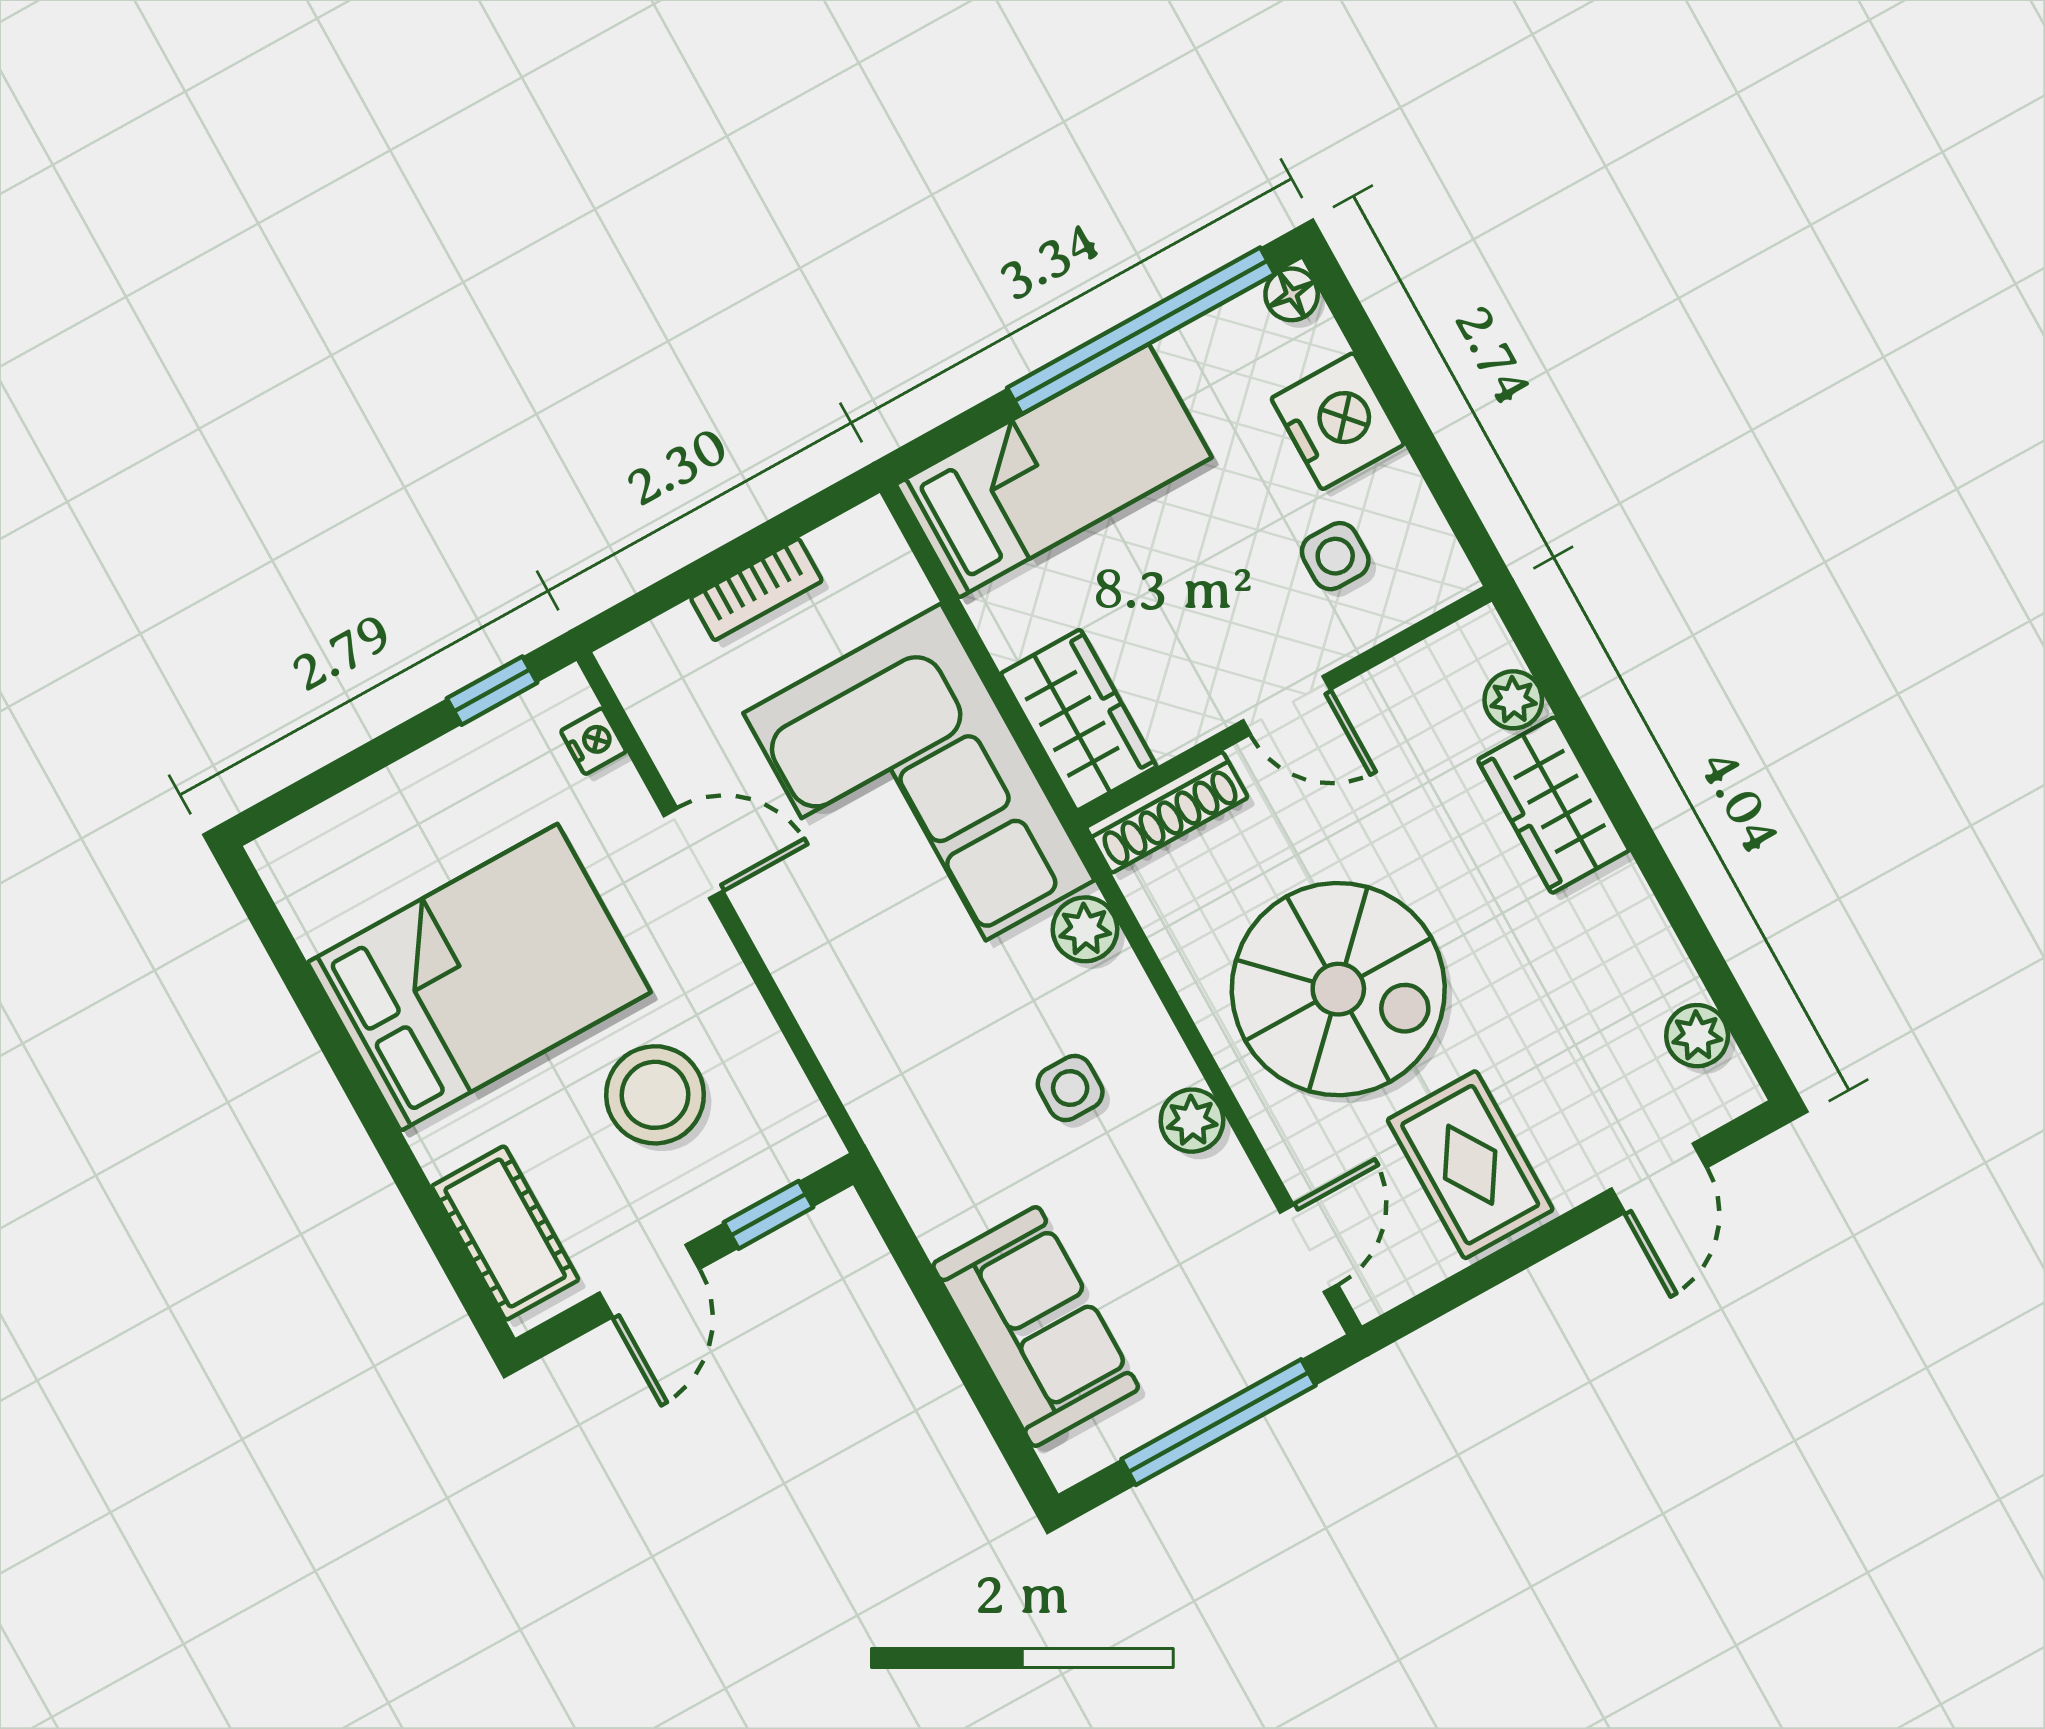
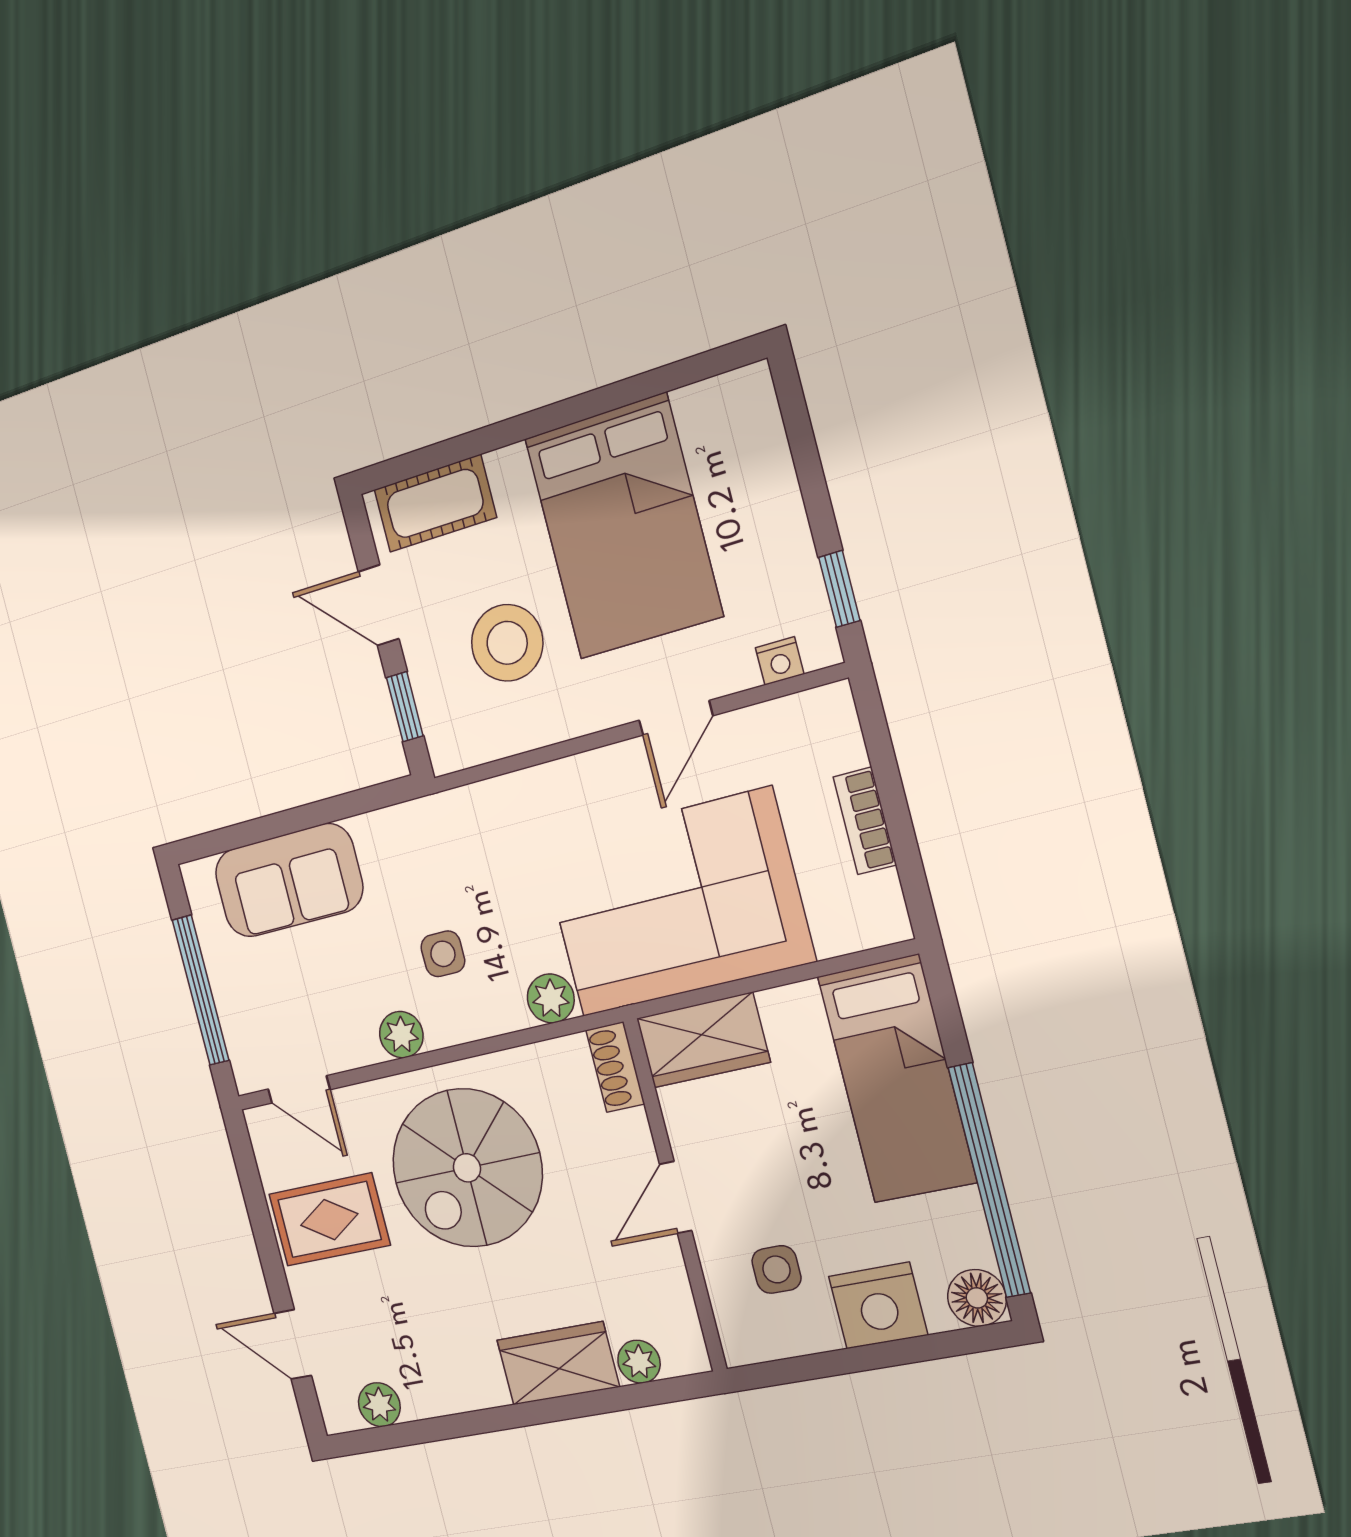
floor lamp: (1292, 294) -> (977, 1298), width x1.37, depth x1.37
shoe rack: (1167, 812) -> (615, 1067), width x0.70

